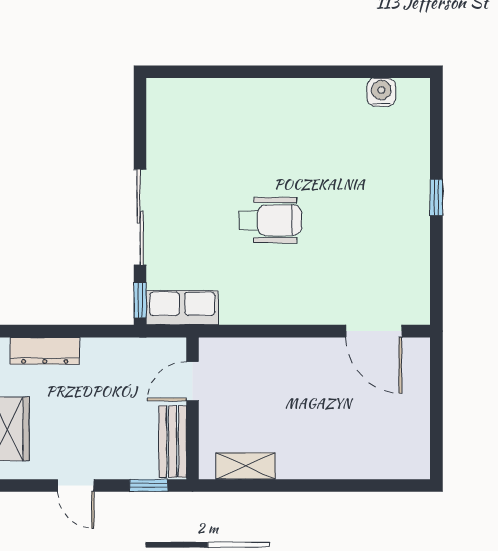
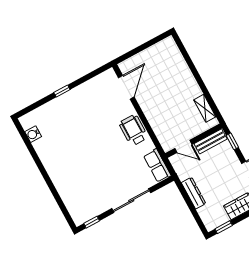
wheelchair: (270, 220) -> (133, 130), moved
window: (140, 300) -> (92, 222), moved
dresser: (45, 351) -> (194, 193), moved

